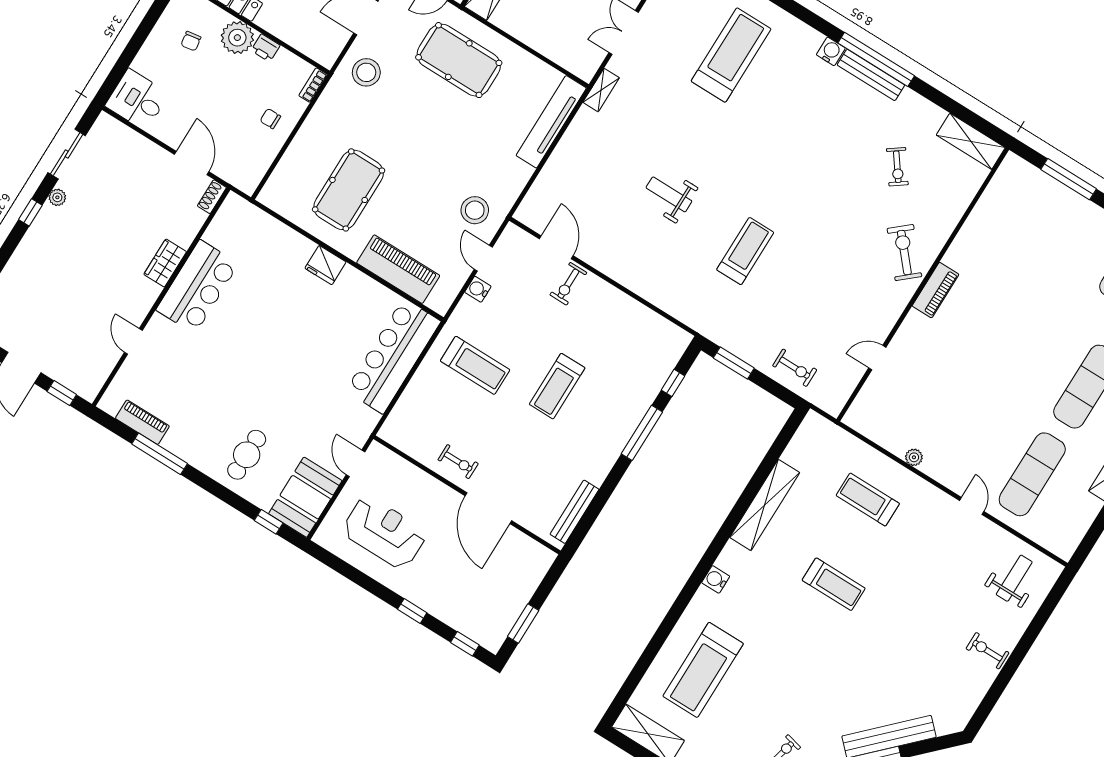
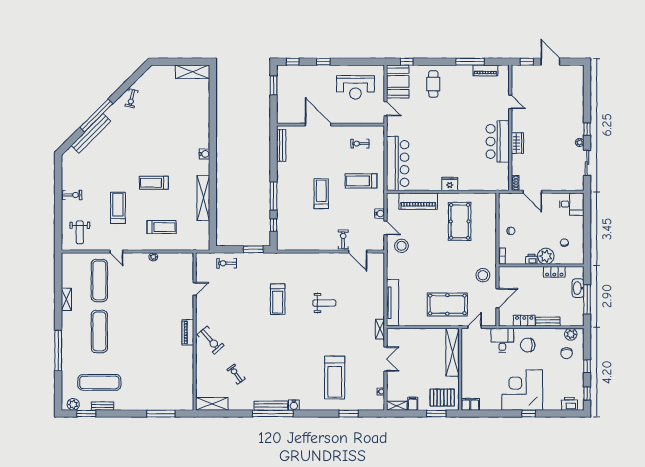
exercise bike: (458, 462) -> (360, 144), moved
treadmill: (703, 670) -> (118, 208), moved, width x0.73, depth x0.73

